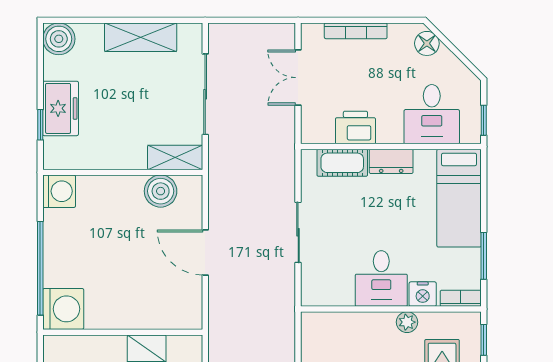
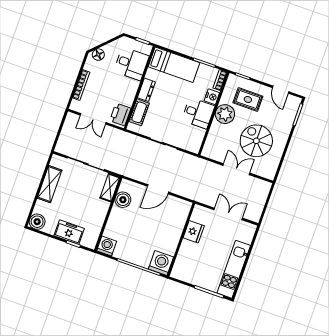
printer: (355, 128) -> (120, 114), moved
plant: (407, 322) -> (225, 114), width x1.87, depth x1.87

